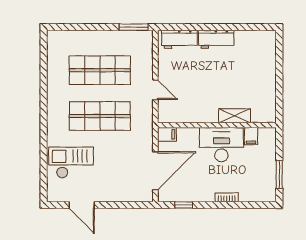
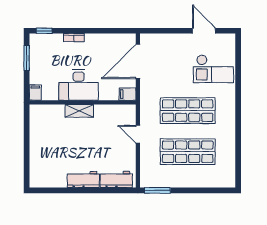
shelving: (235, 116) -> (79, 111), moved
filing cabinet: (251, 136) -> (35, 93), moved
window: (184, 205) -> (44, 31), moved

